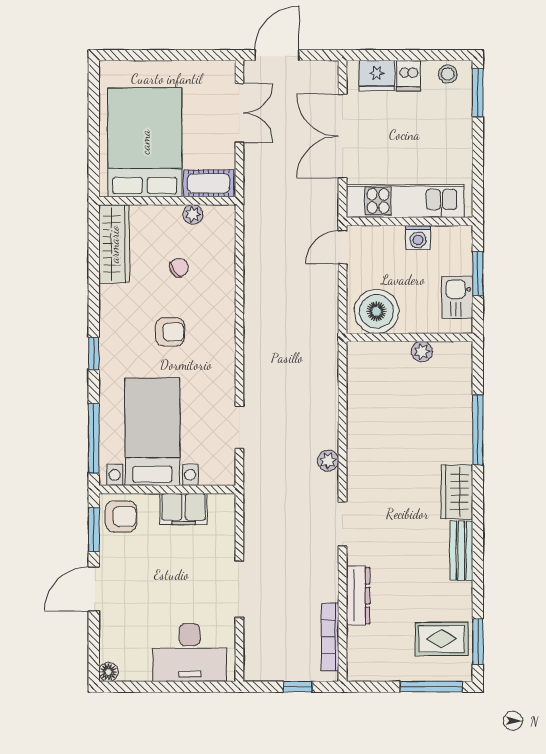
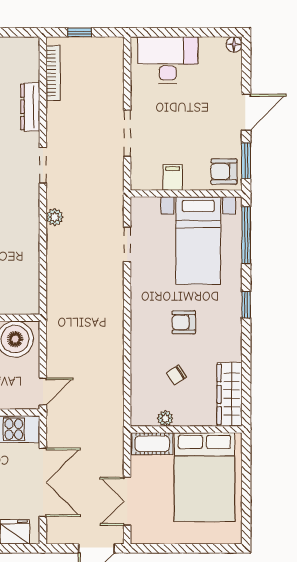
filing cabinet: (184, 509) -> (173, 178), width x0.50
doorway: (239, 589) -> (127, 133), moved

